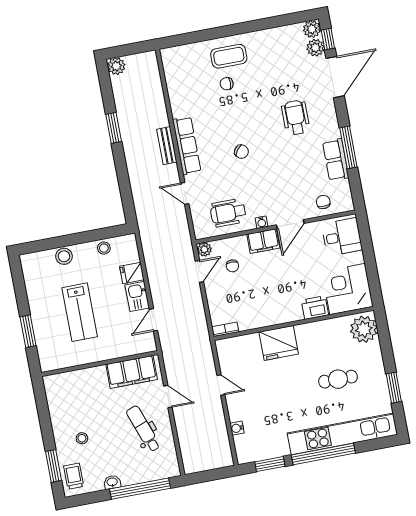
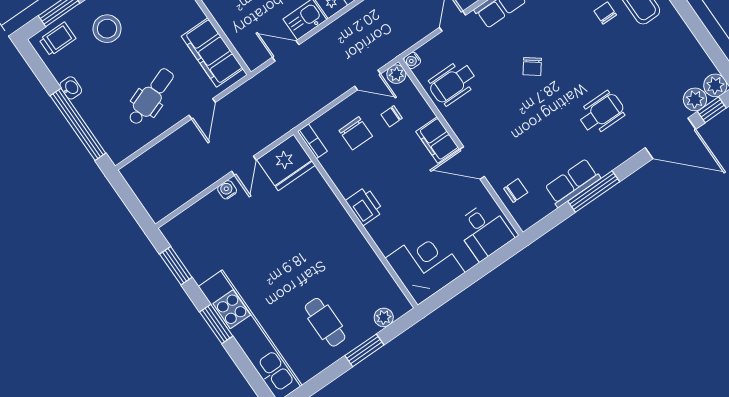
wheelchair: (228, 213) -> (453, 83), turned -90
water cooler: (262, 222) -> (412, 60), moved
chair: (233, 296) -> (356, 133), added
printer: (315, 308) -> (365, 206), moved
plant: (364, 329) -> (384, 317), width x0.53, depth x0.53
fridge: (279, 343) -> (286, 162), moved, turned -90
cafe table: (338, 379) -> (325, 322), moved
window: (394, 388) -> (364, 350), moved
water cooler: (237, 428) -> (227, 190), moved
stool: (82, 438) -> (107, 29), width x1.89, depth x1.89
window: (323, 454) -> (216, 324), width x0.47

